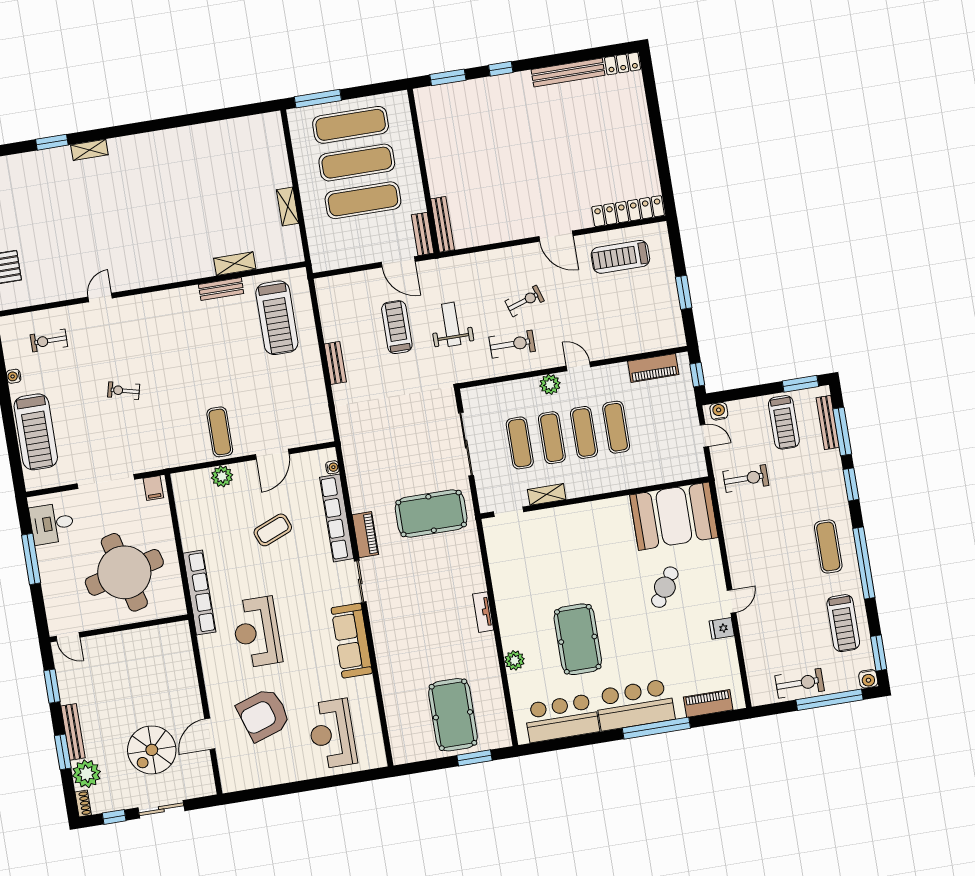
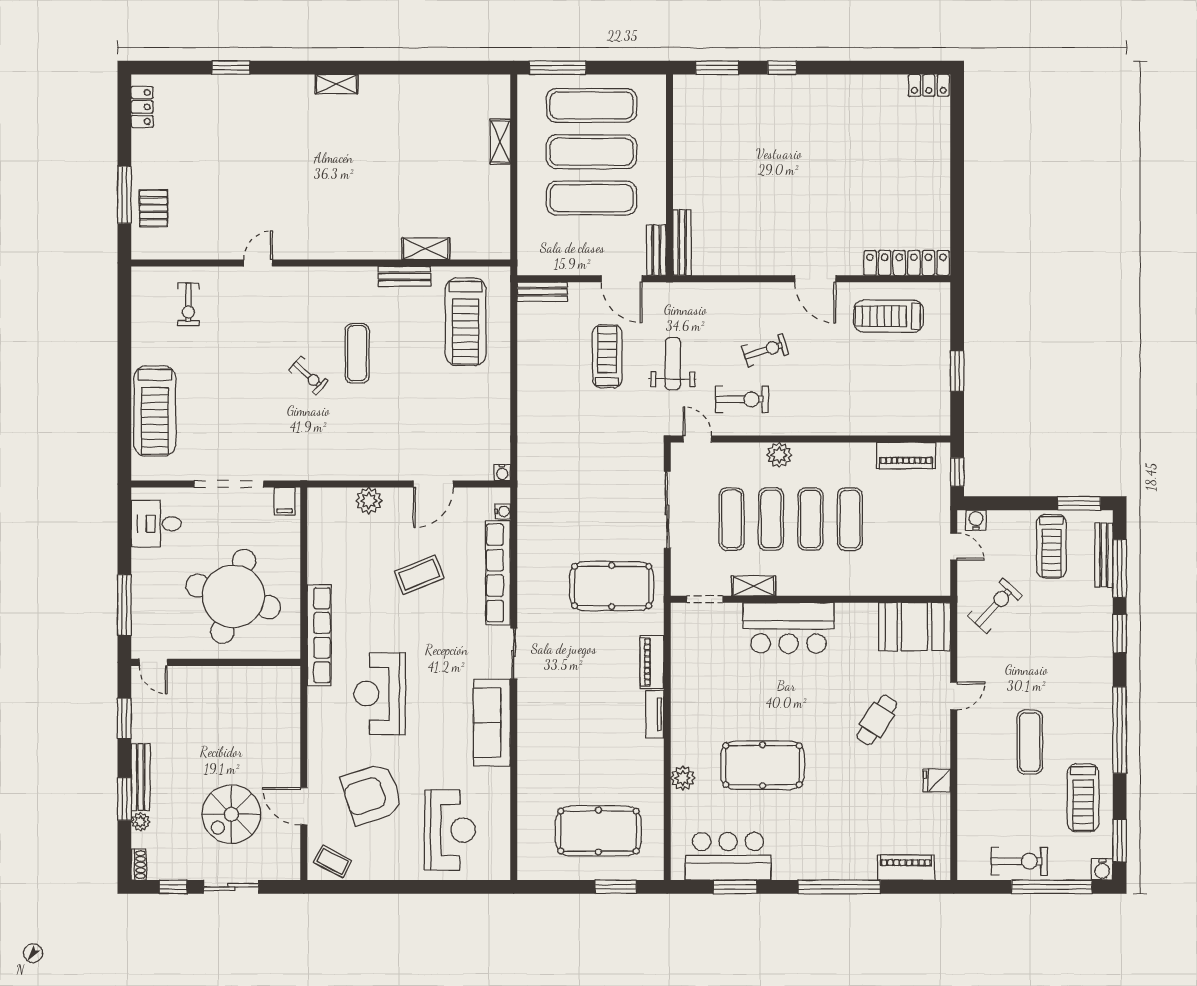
bench: (568, 72) -> (862, 85), removed
shelving: (89, 150) -> (336, 84), moved
shelving: (288, 206) -> (500, 141), moved
exercise bike: (49, 341) -> (188, 304), turned -90
bench: (335, 363) -> (542, 292), moved, turned 90
door: (578, 366) -> (697, 439), moved
water cooler: (14, 376) -> (502, 473), moved, turned -90
exercise bike: (124, 391) -> (308, 375), moved, turned -152
exercise mat: (220, 432) -> (357, 353), moved
exercise bike: (746, 478) -> (995, 606), turned -47
booth: (674, 516) -> (914, 627), width x0.73, depth x0.70
piano: (365, 535) -> (652, 662), moved, turned 180
exercise mat: (828, 546) -> (1030, 742), moved
window: (31, 559) -> (124, 605), moved
round table: (124, 572) -> (233, 596), turned 31
door: (731, 601) -> (954, 696), moved
pool table: (578, 639) -> (763, 765), turned 90
bar counter: (635, 705) -> (789, 628), moved, turned 180
pool table: (453, 715) -> (598, 831), turned 90
door: (210, 734) -> (304, 806), hinge flipped
reception desk: (332, 734) -> (450, 830), turned 180
window: (572, 742) -> (735, 887), added
plant: (87, 774) -> (140, 822), width x0.53, depth x0.53
coffee table: (241, 775) -> (333, 861), added

